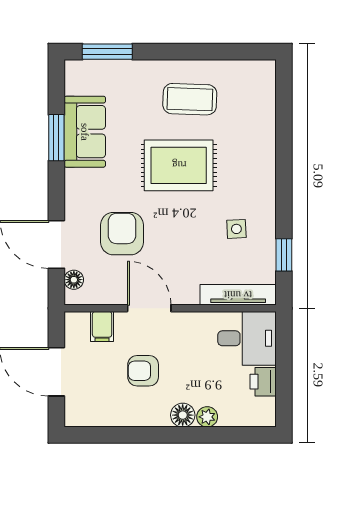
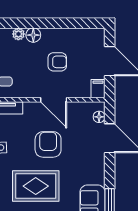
armchair: (122, 234) -> (48, 144), moved, turned 180
filing cabinet: (102, 326) -> (98, 89), moved

